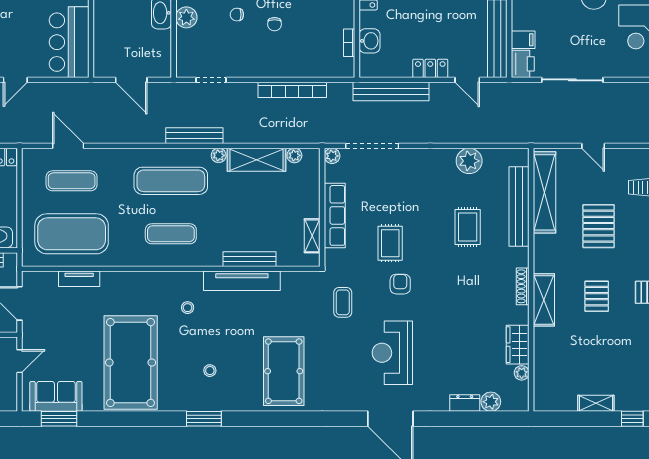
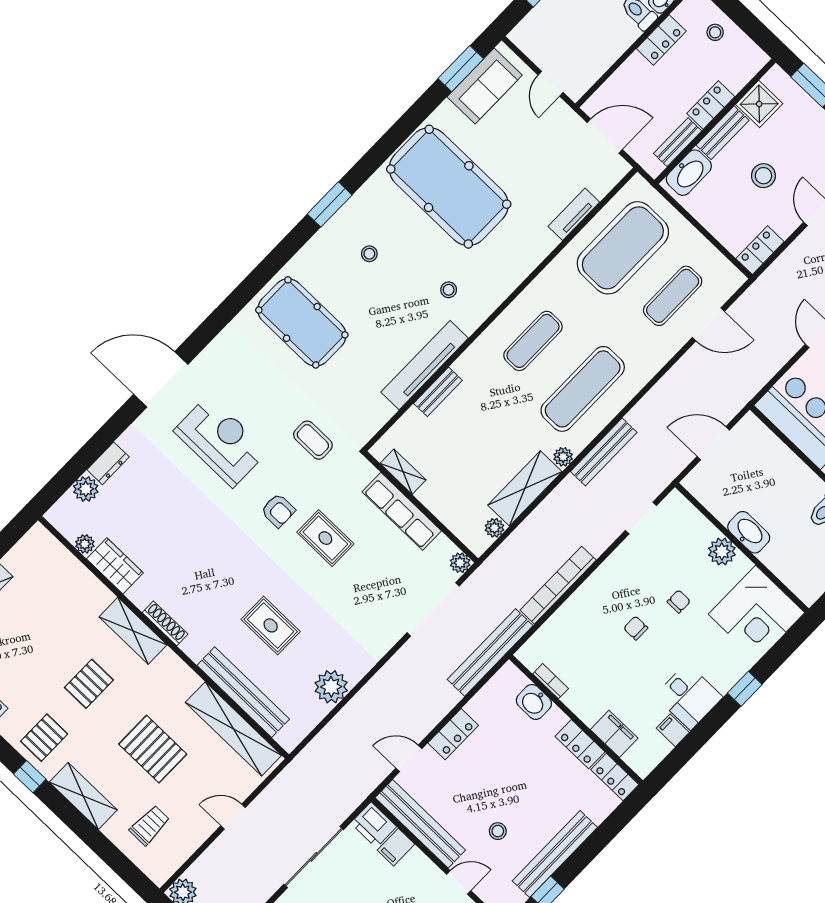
bench: (391, 91) -> (490, 652), moved
bench: (249, 259) -> (438, 392), width x0.73
pallet: (597, 296) -> (89, 684), turned 90

